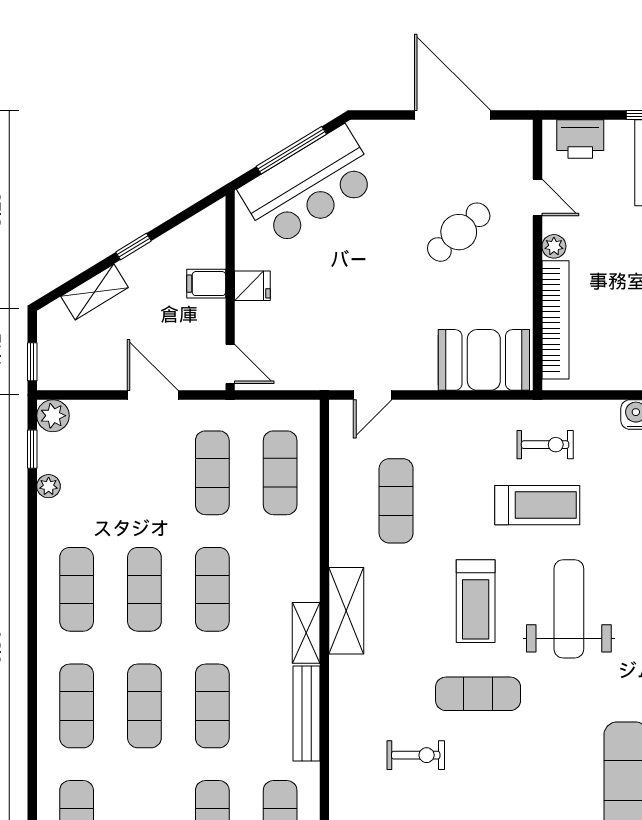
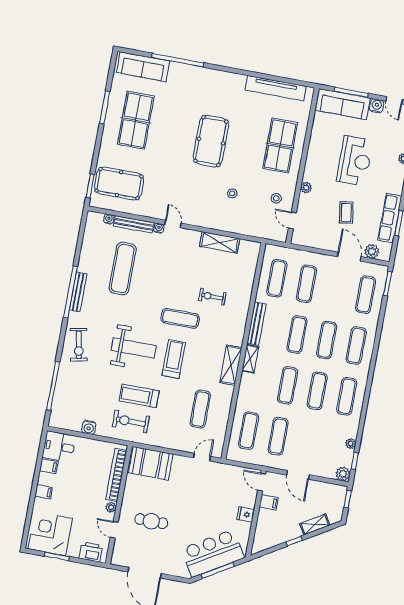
cafe table: (459, 232) -> (151, 521), turned 42
filing cabinet: (206, 284) -> (269, 502), moved
exercise bike: (545, 445) -> (131, 422), width x1.38, depth x1.39
weight bench: (569, 609) -> (134, 348), turned -90

